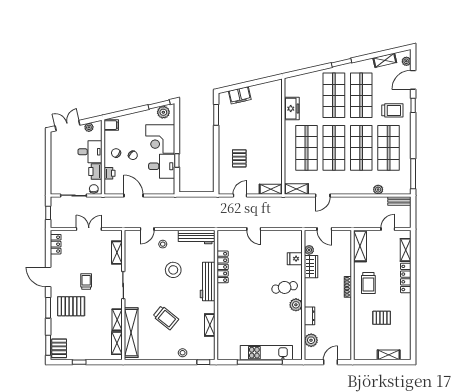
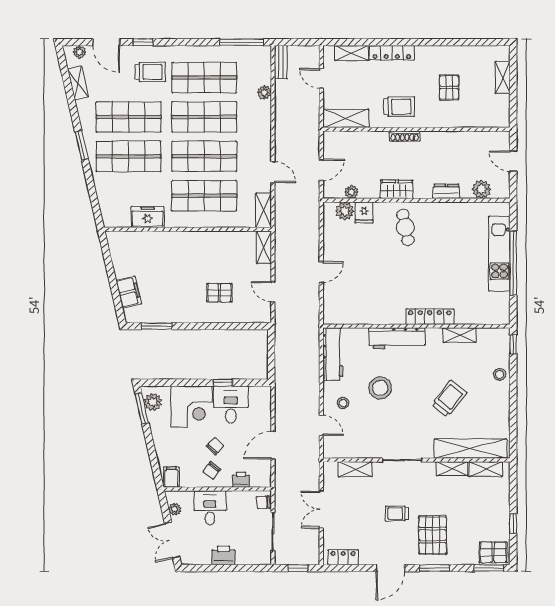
trolley: (392, 110) -> (150, 72), turned 90
printer: (95, 172) -> (223, 555), moved, turned 180
locker: (223, 267) -> (430, 317), moved
wardrobe: (311, 267) -> (397, 189), moved
plant: (296, 305) -> (345, 211), moved

